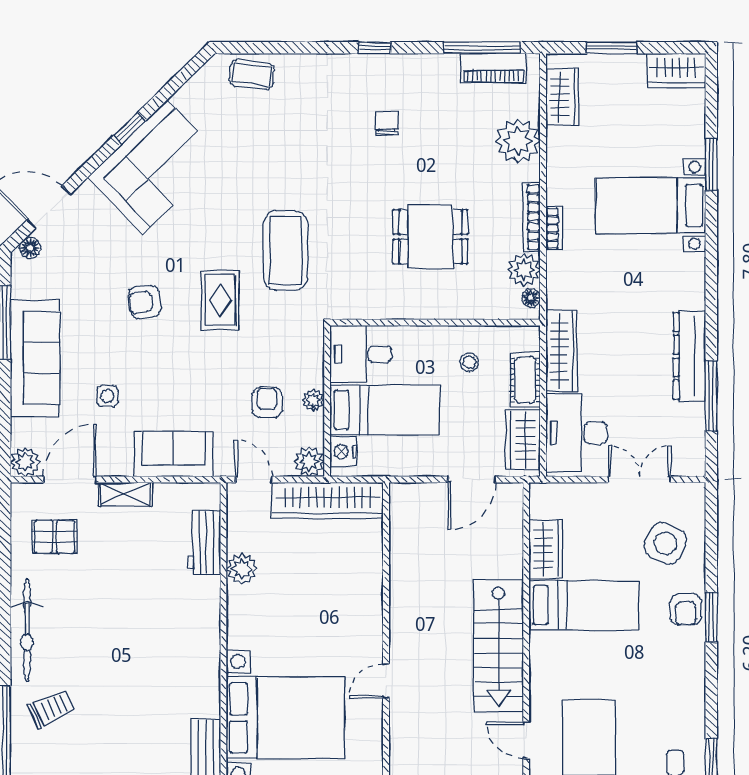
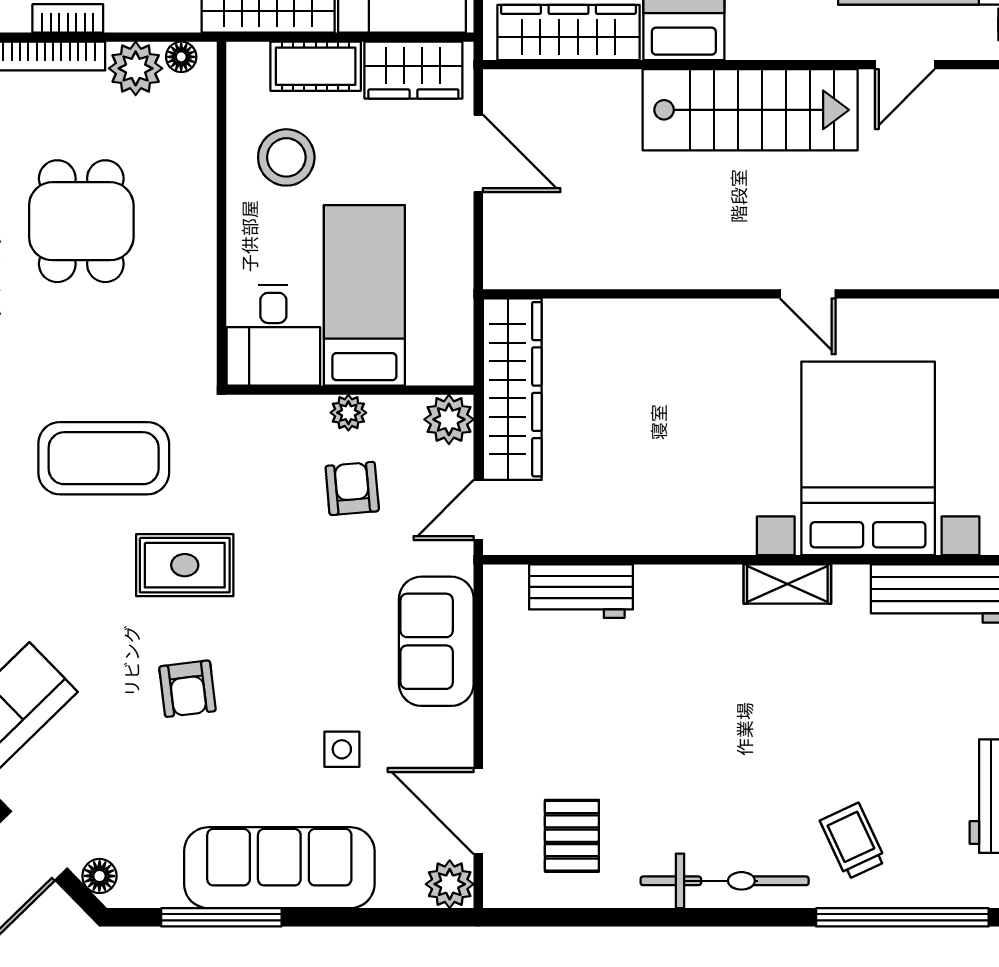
stool: (469, 362) -> (286, 157), width x1.89, depth x1.89
armchair: (267, 402) -> (352, 488), turned 85
nightstand: (343, 452) -> (433, 363), removed
shelving: (125, 494) -> (787, 584), moved, turned 90
wardrobe: (546, 549) -> (568, 33), width x1.50
plant: (242, 569) -> (624, 530), removed

